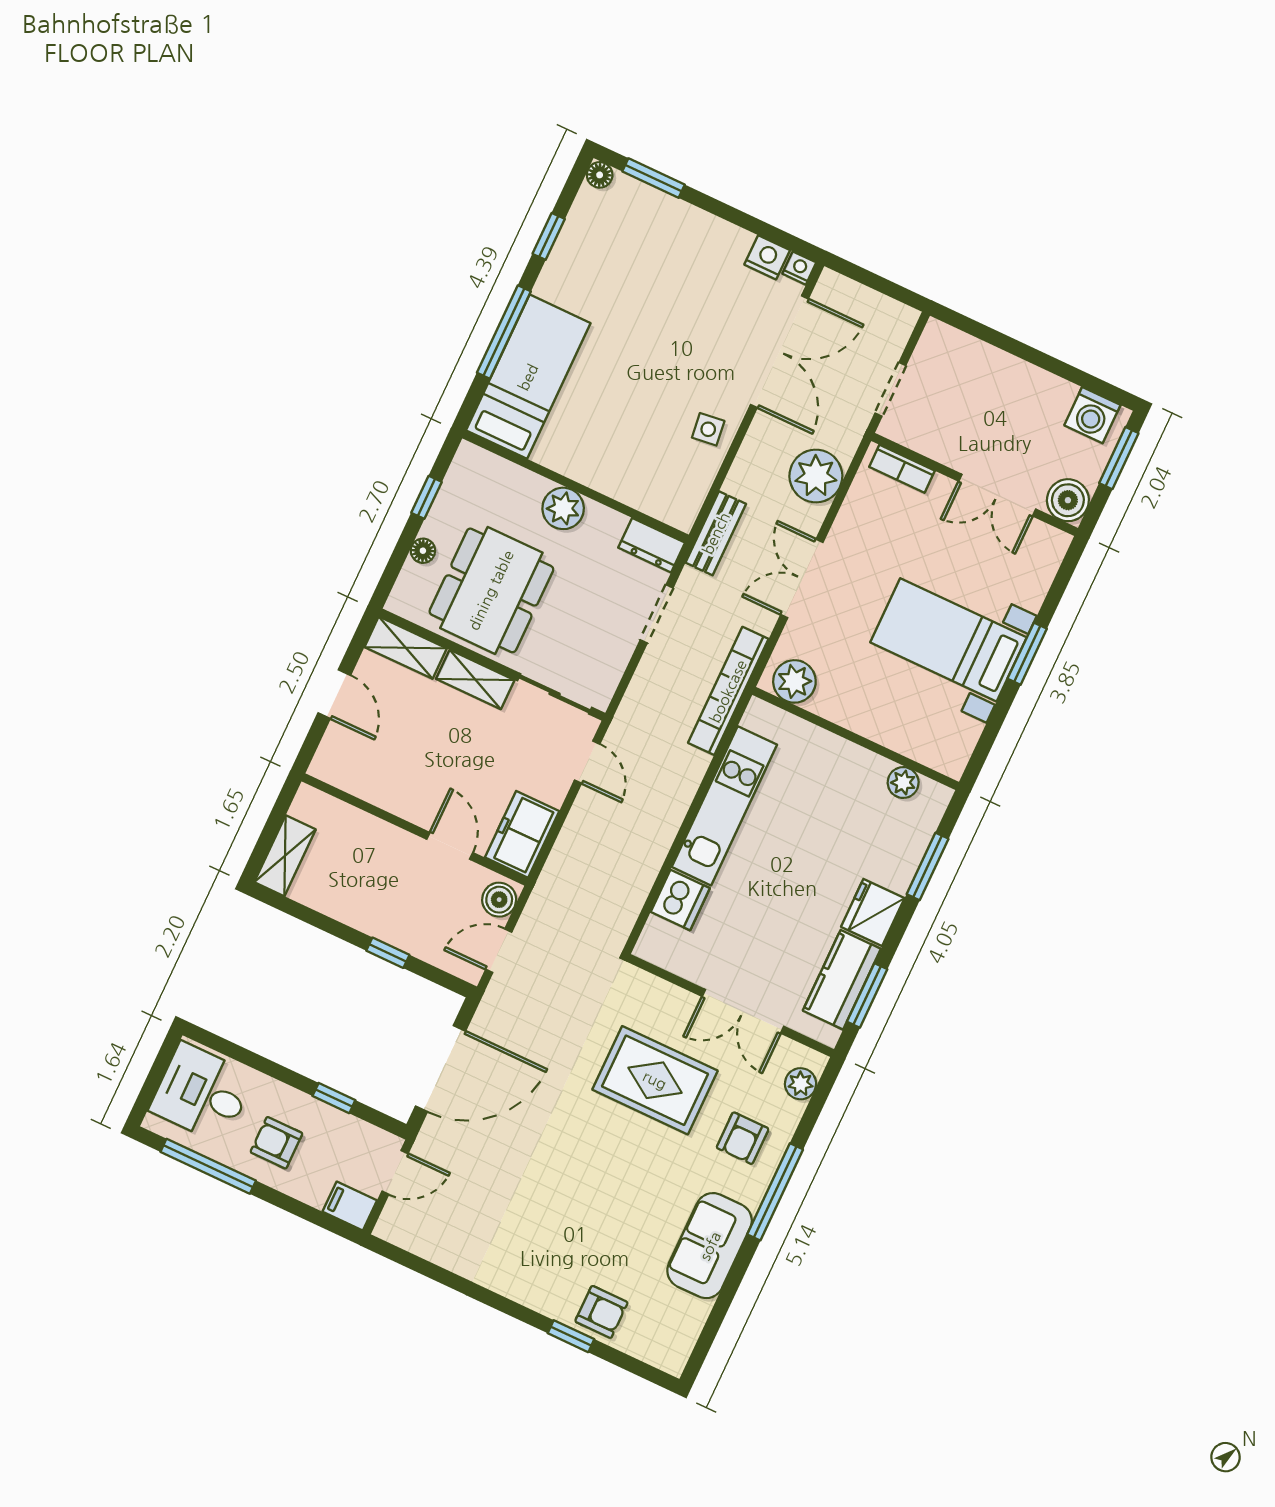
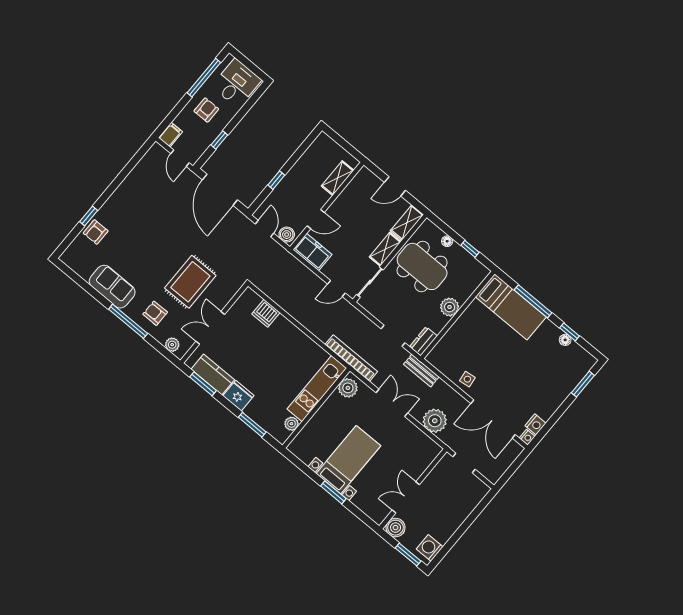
floor lamp: (600, 175) -> (565, 340), moved
bookcase: (902, 469) -> (428, 459), removed
kitchen unit: (724, 806) -> (317, 389), moved, turned 90
shelving: (285, 856) -> (338, 178), moved, turned 90

